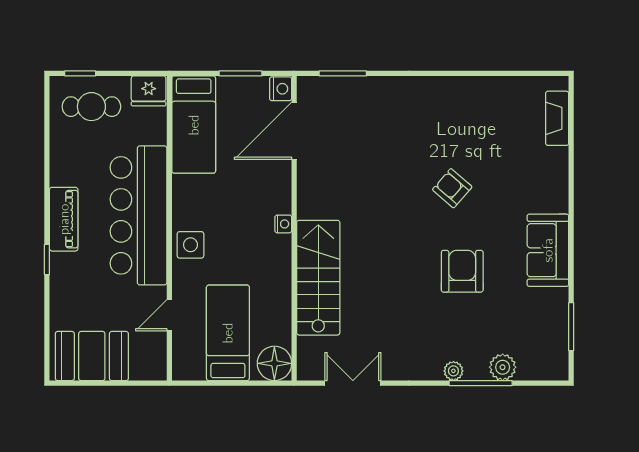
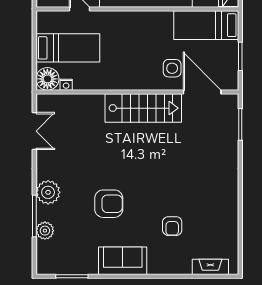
nightstand: (281, 89) -> (230, 83), removed
armchair: (452, 188) -> (172, 226), moved, turned 139
nightstand: (283, 224) -> (66, 85), moved
side table: (190, 245) -> (172, 68), moved
stairs: (318, 278) -> (143, 108), moved
plant: (453, 371) -> (48, 192), width x1.88, depth x1.88

